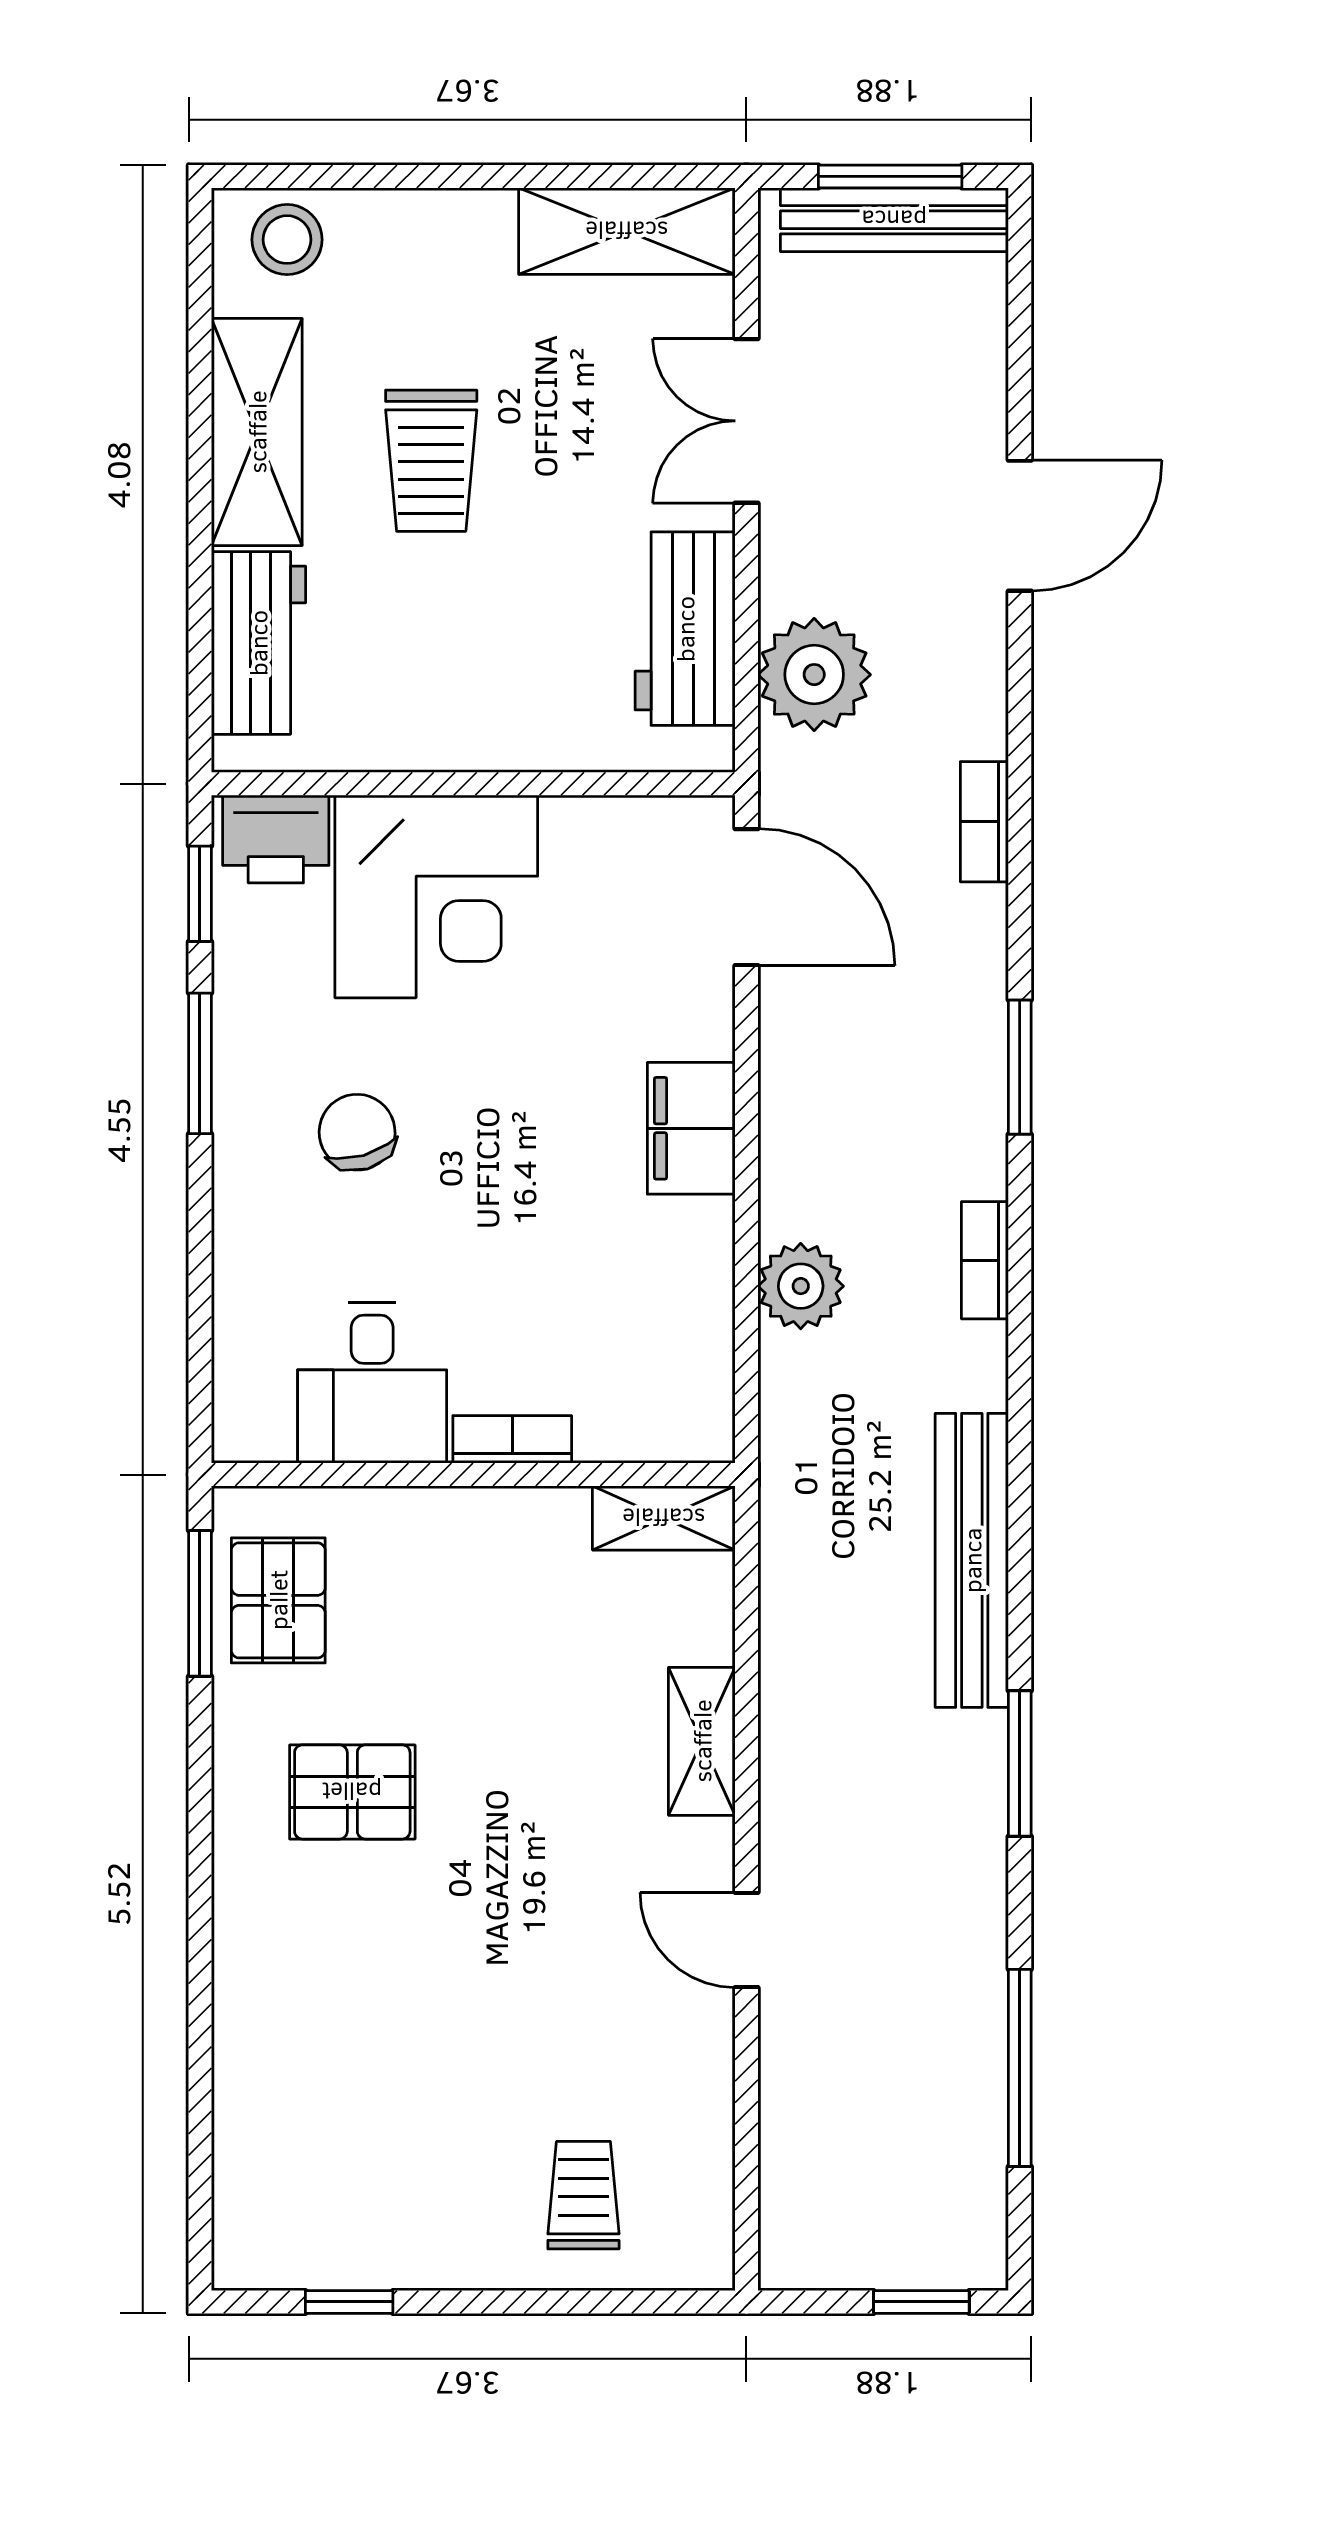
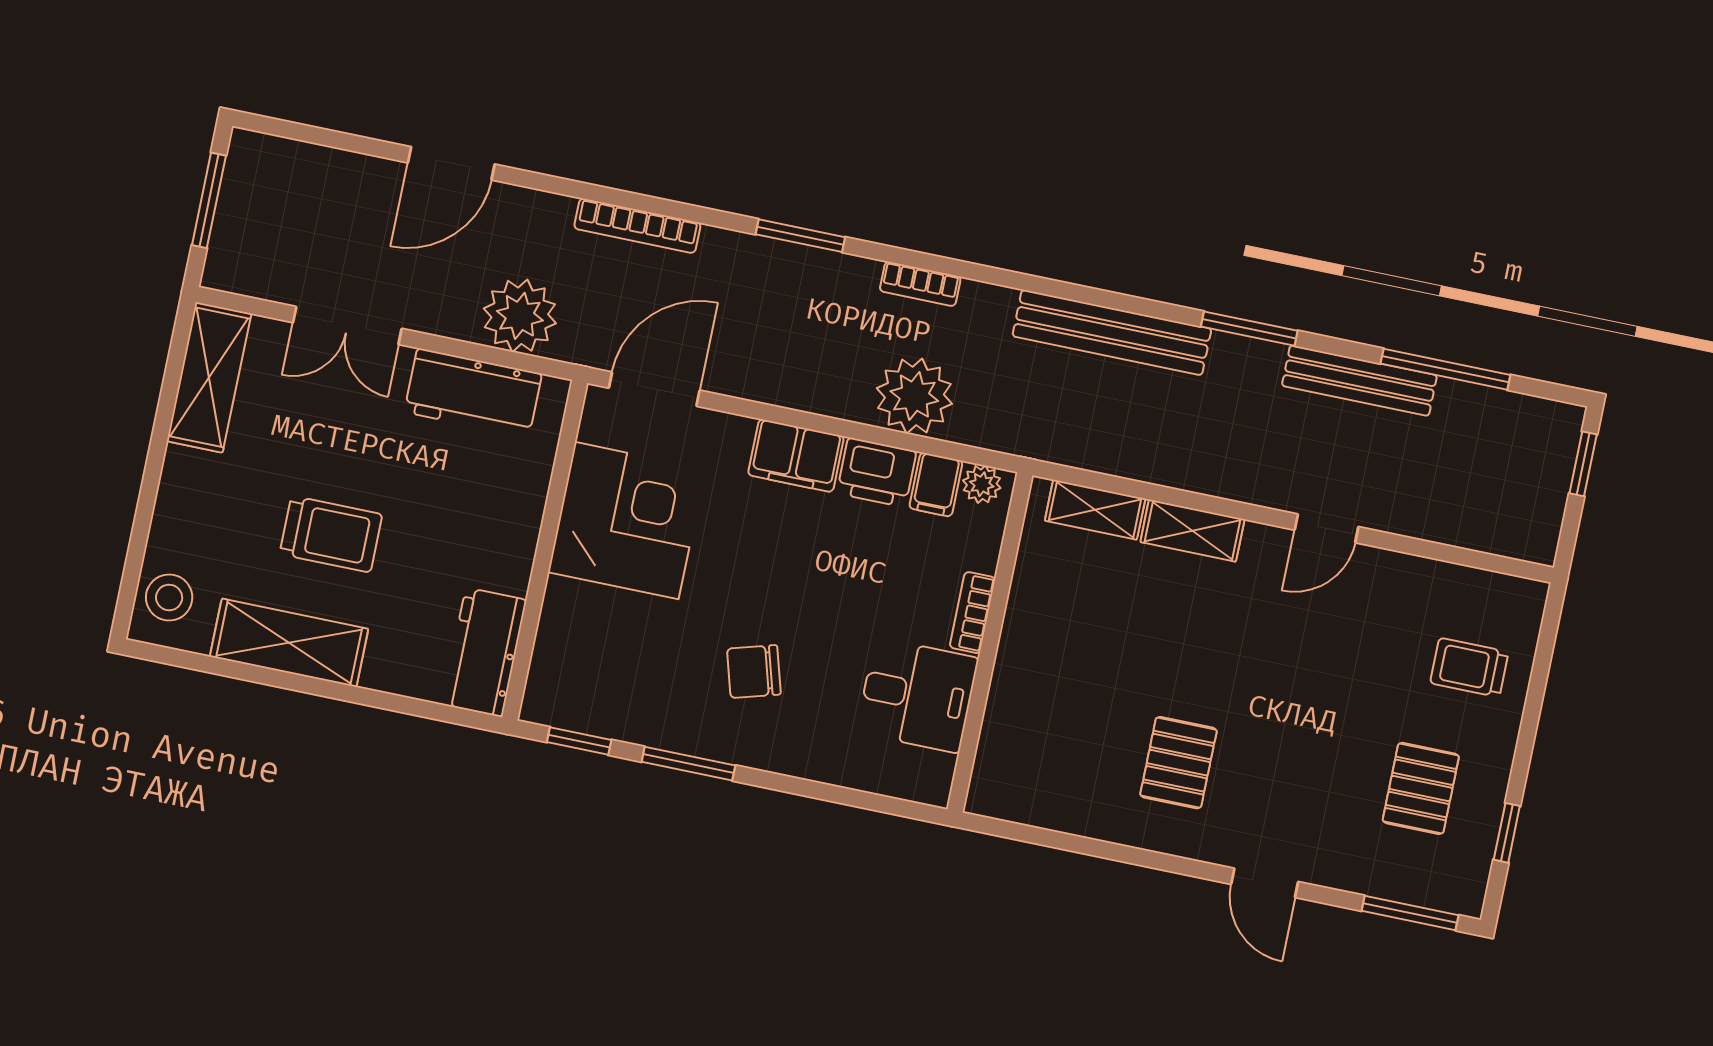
bench: (894, 220) -> (1359, 381), moved, turned 90
door: (1020, 526) -> (451, 163), swing flipped
workbench: (258, 643) -> (484, 652), moved, turned -90
bookcase: (984, 822) -> (637, 226), width x1.56
printer: (276, 839) -> (877, 472), moved, turned 90
corner desk: (436, 896) -> (627, 521), moved
plant: (801, 1286) -> (914, 396), width x1.36, depth x1.36
filing cabinet: (691, 1345) -> (936, 485), added
plant: (706, 1414) -> (982, 484), added
shelving: (664, 1518) -> (1095, 510), moved, turned 90
pallet: (278, 1600) -> (1421, 788), moved, turned 90
window: (200, 1603) -> (1410, 913), moved
door: (200, 1957) -> (1265, 883), added

